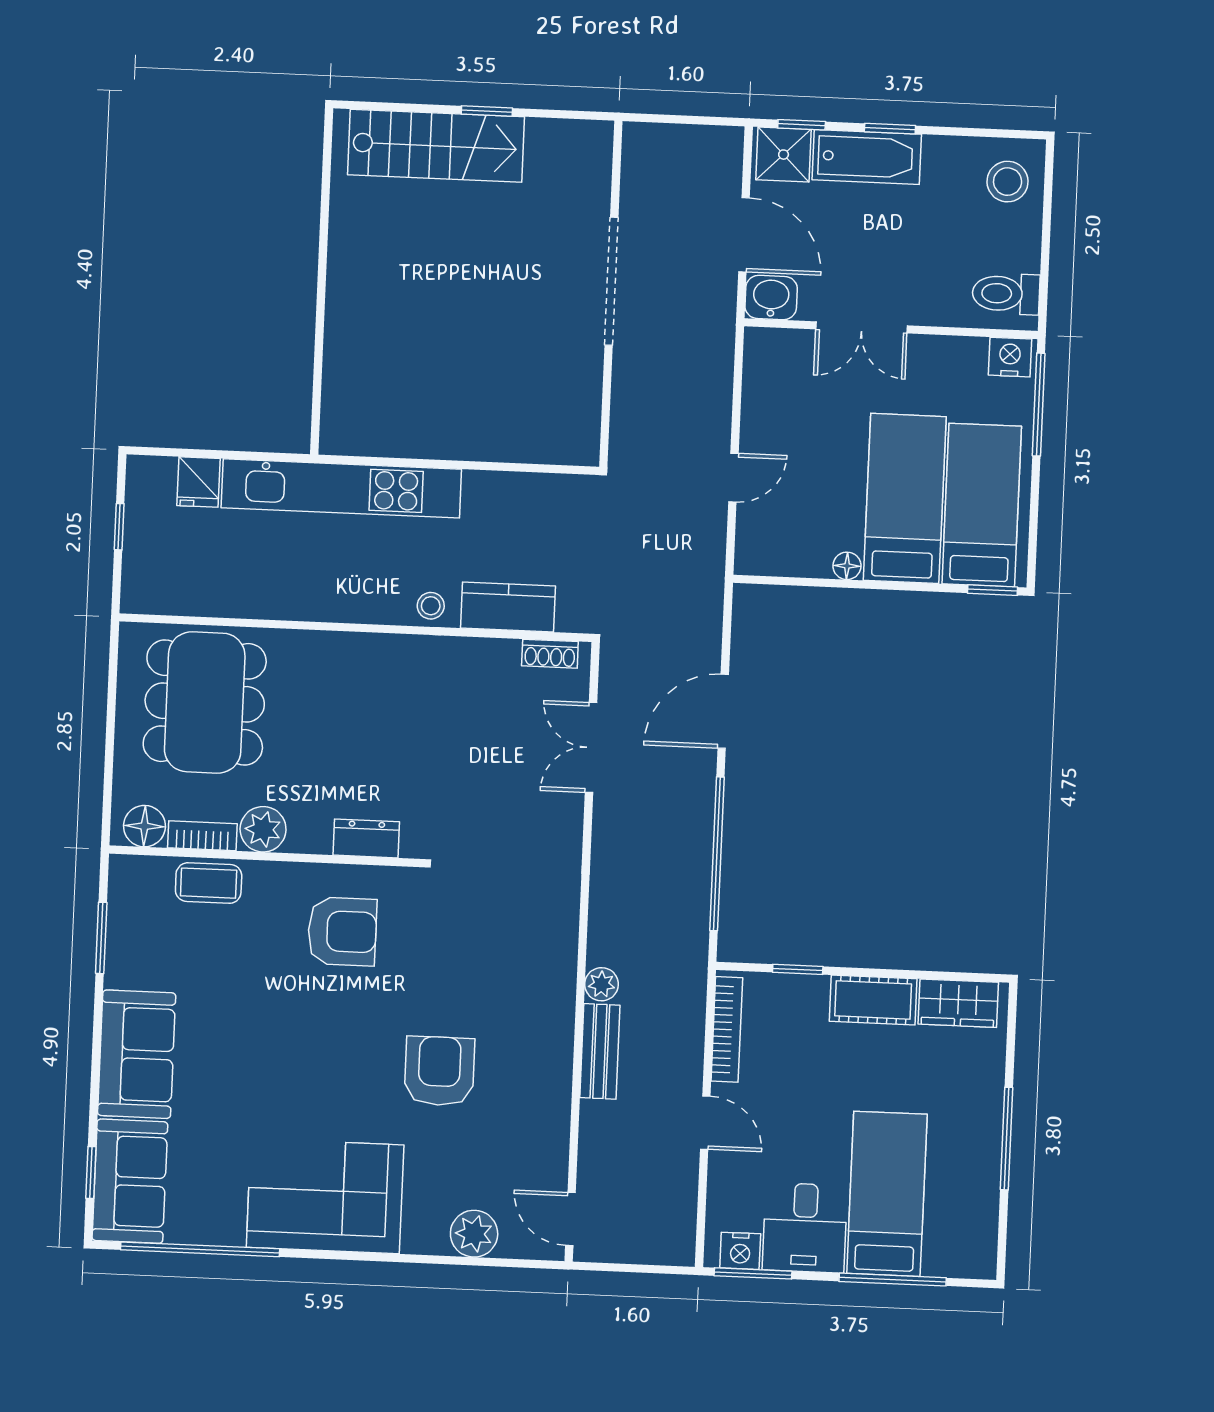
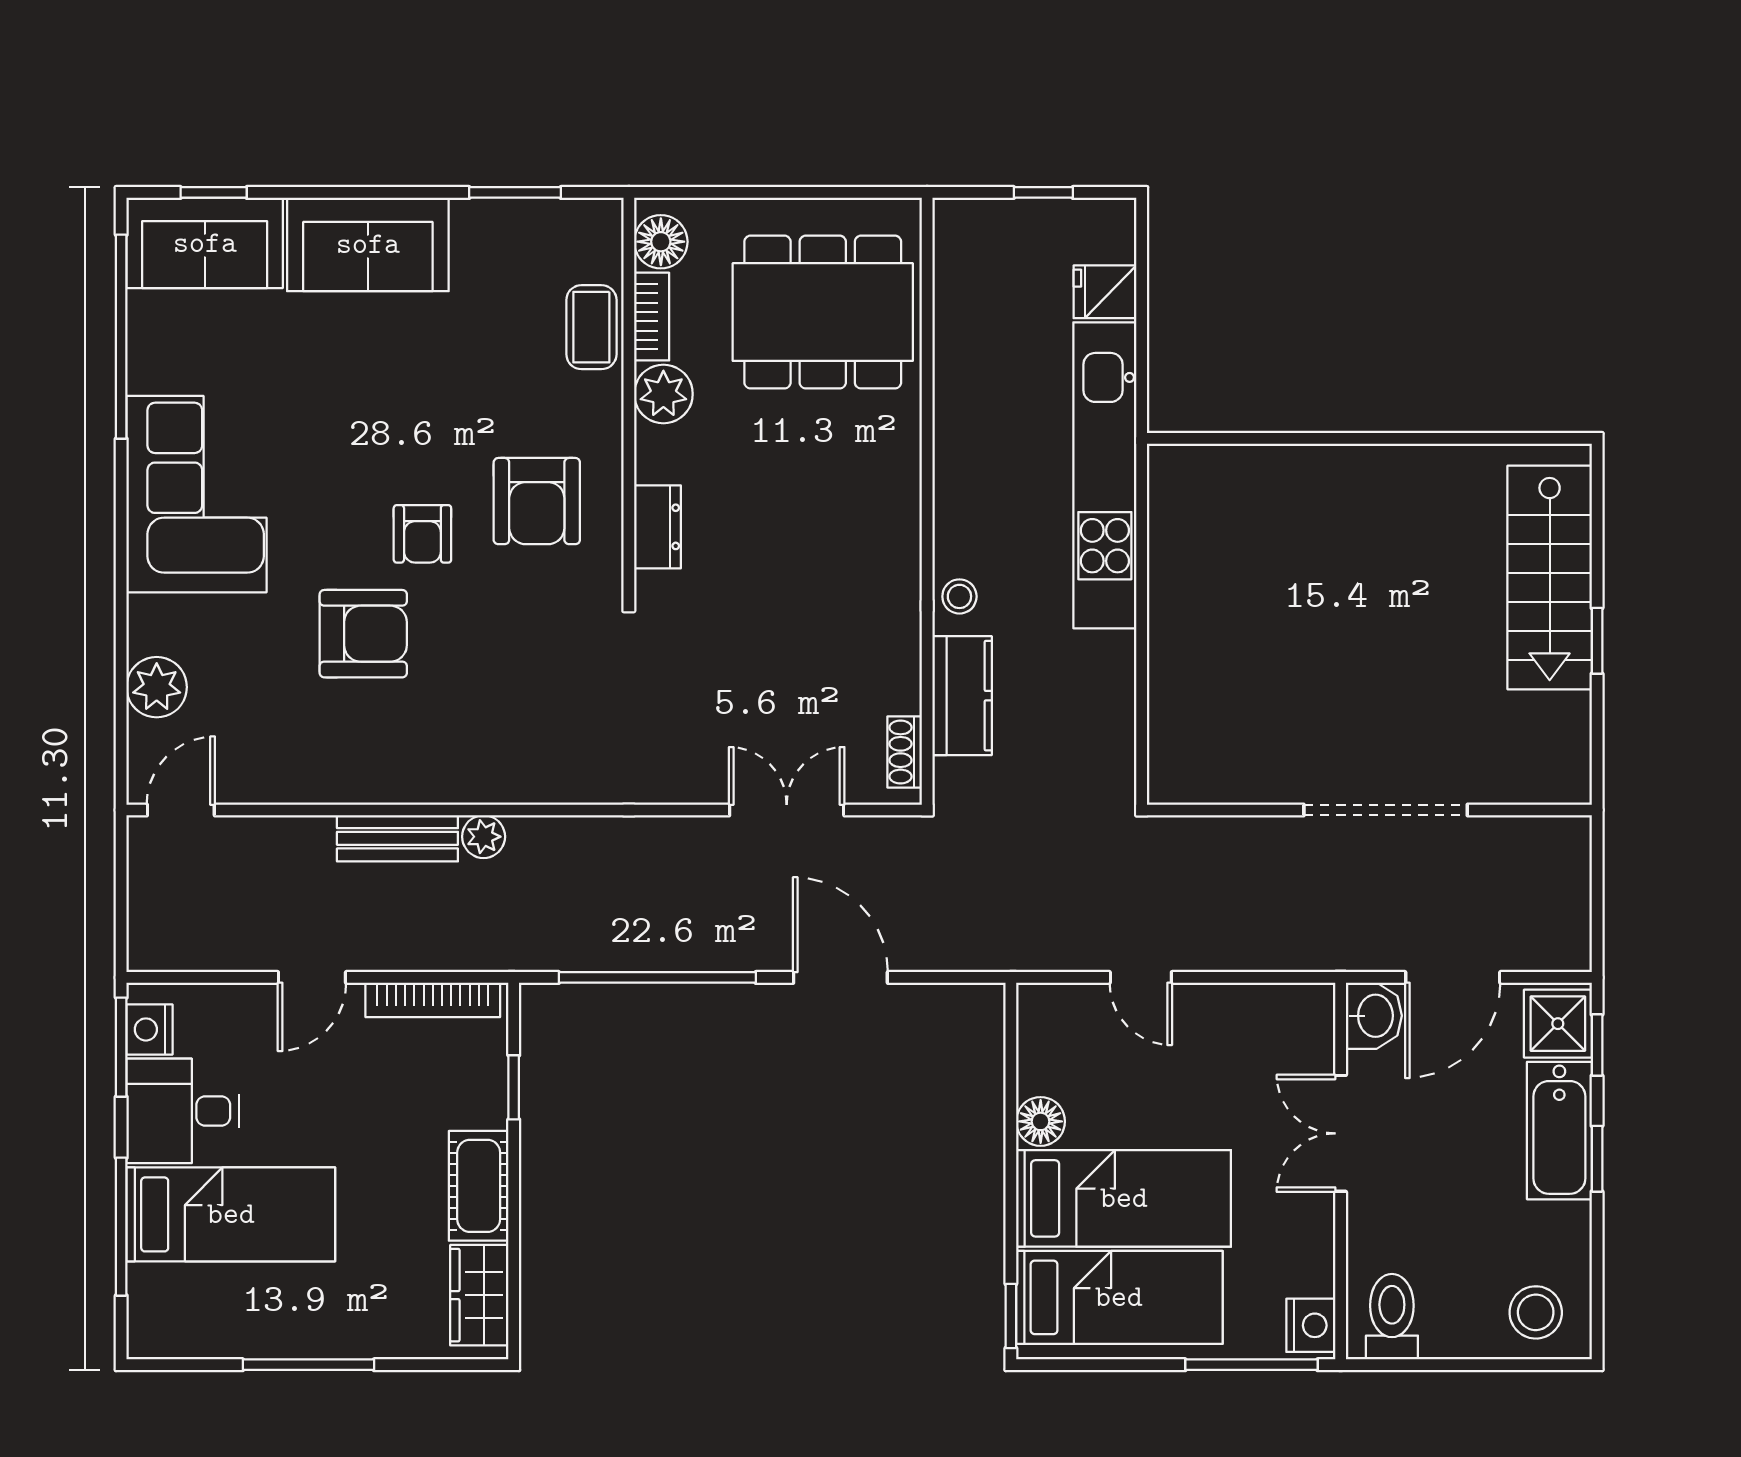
floor lamp: (847, 566) -> (1041, 1121), width x1.37, depth x1.37
armchair: (364, 1022) -> (422, 534), added

